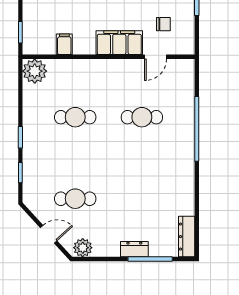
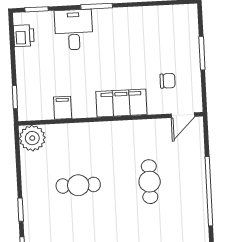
door: (156, 57) -> (183, 115), moved
cafe table: (142, 117) -> (150, 182), turned 90

